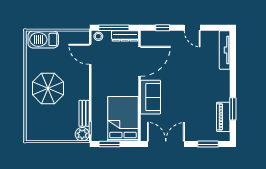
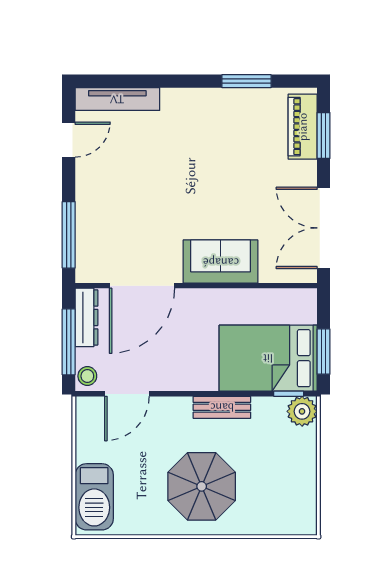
window: (163, 28) -> (69, 235), width x2.17
door: (192, 28) -> (69, 140), moved
door: (140, 61) -> (142, 286), swing flipped
bench: (84, 113) -> (222, 407), moved
piano: (223, 117) -> (303, 127), moved, turned 90
bed: (123, 119) -> (268, 358), moved

